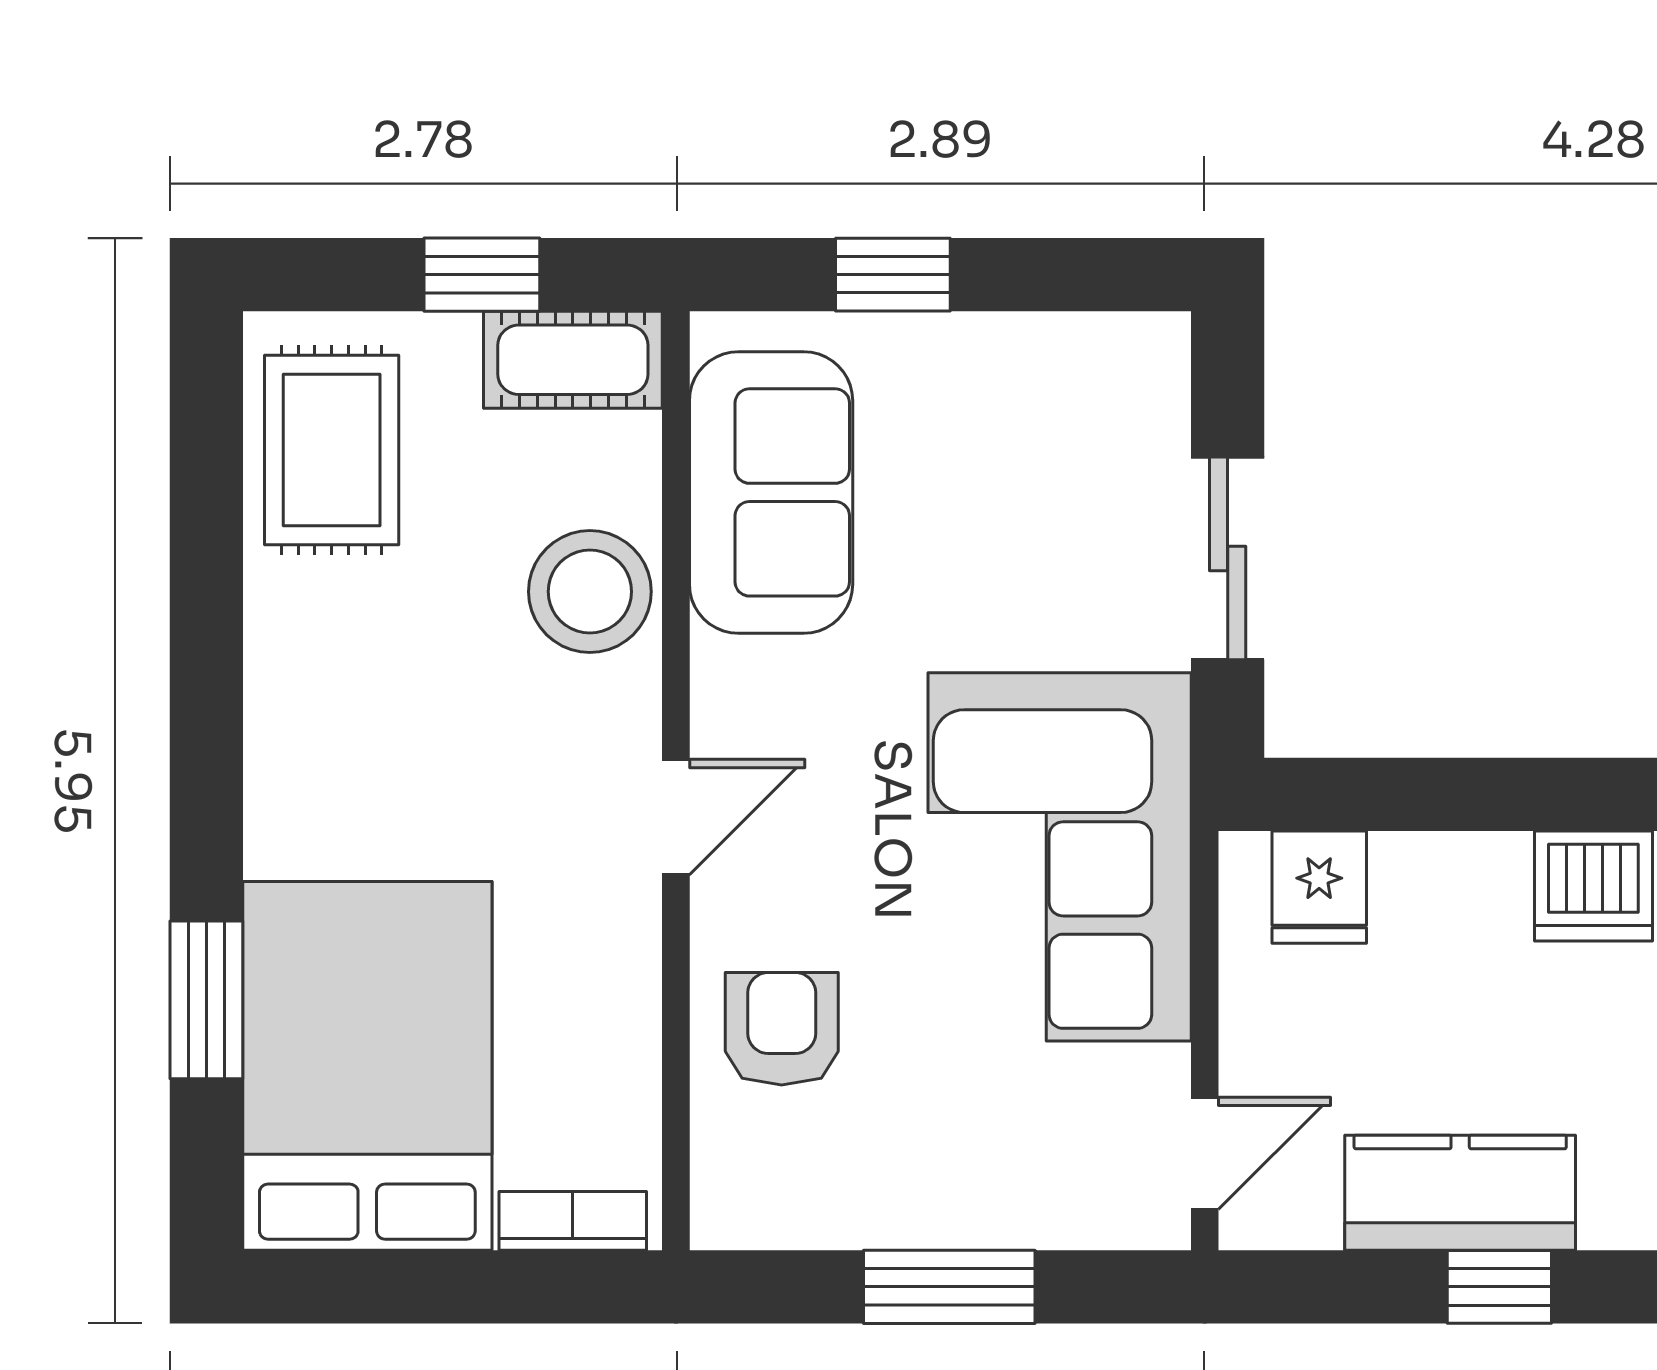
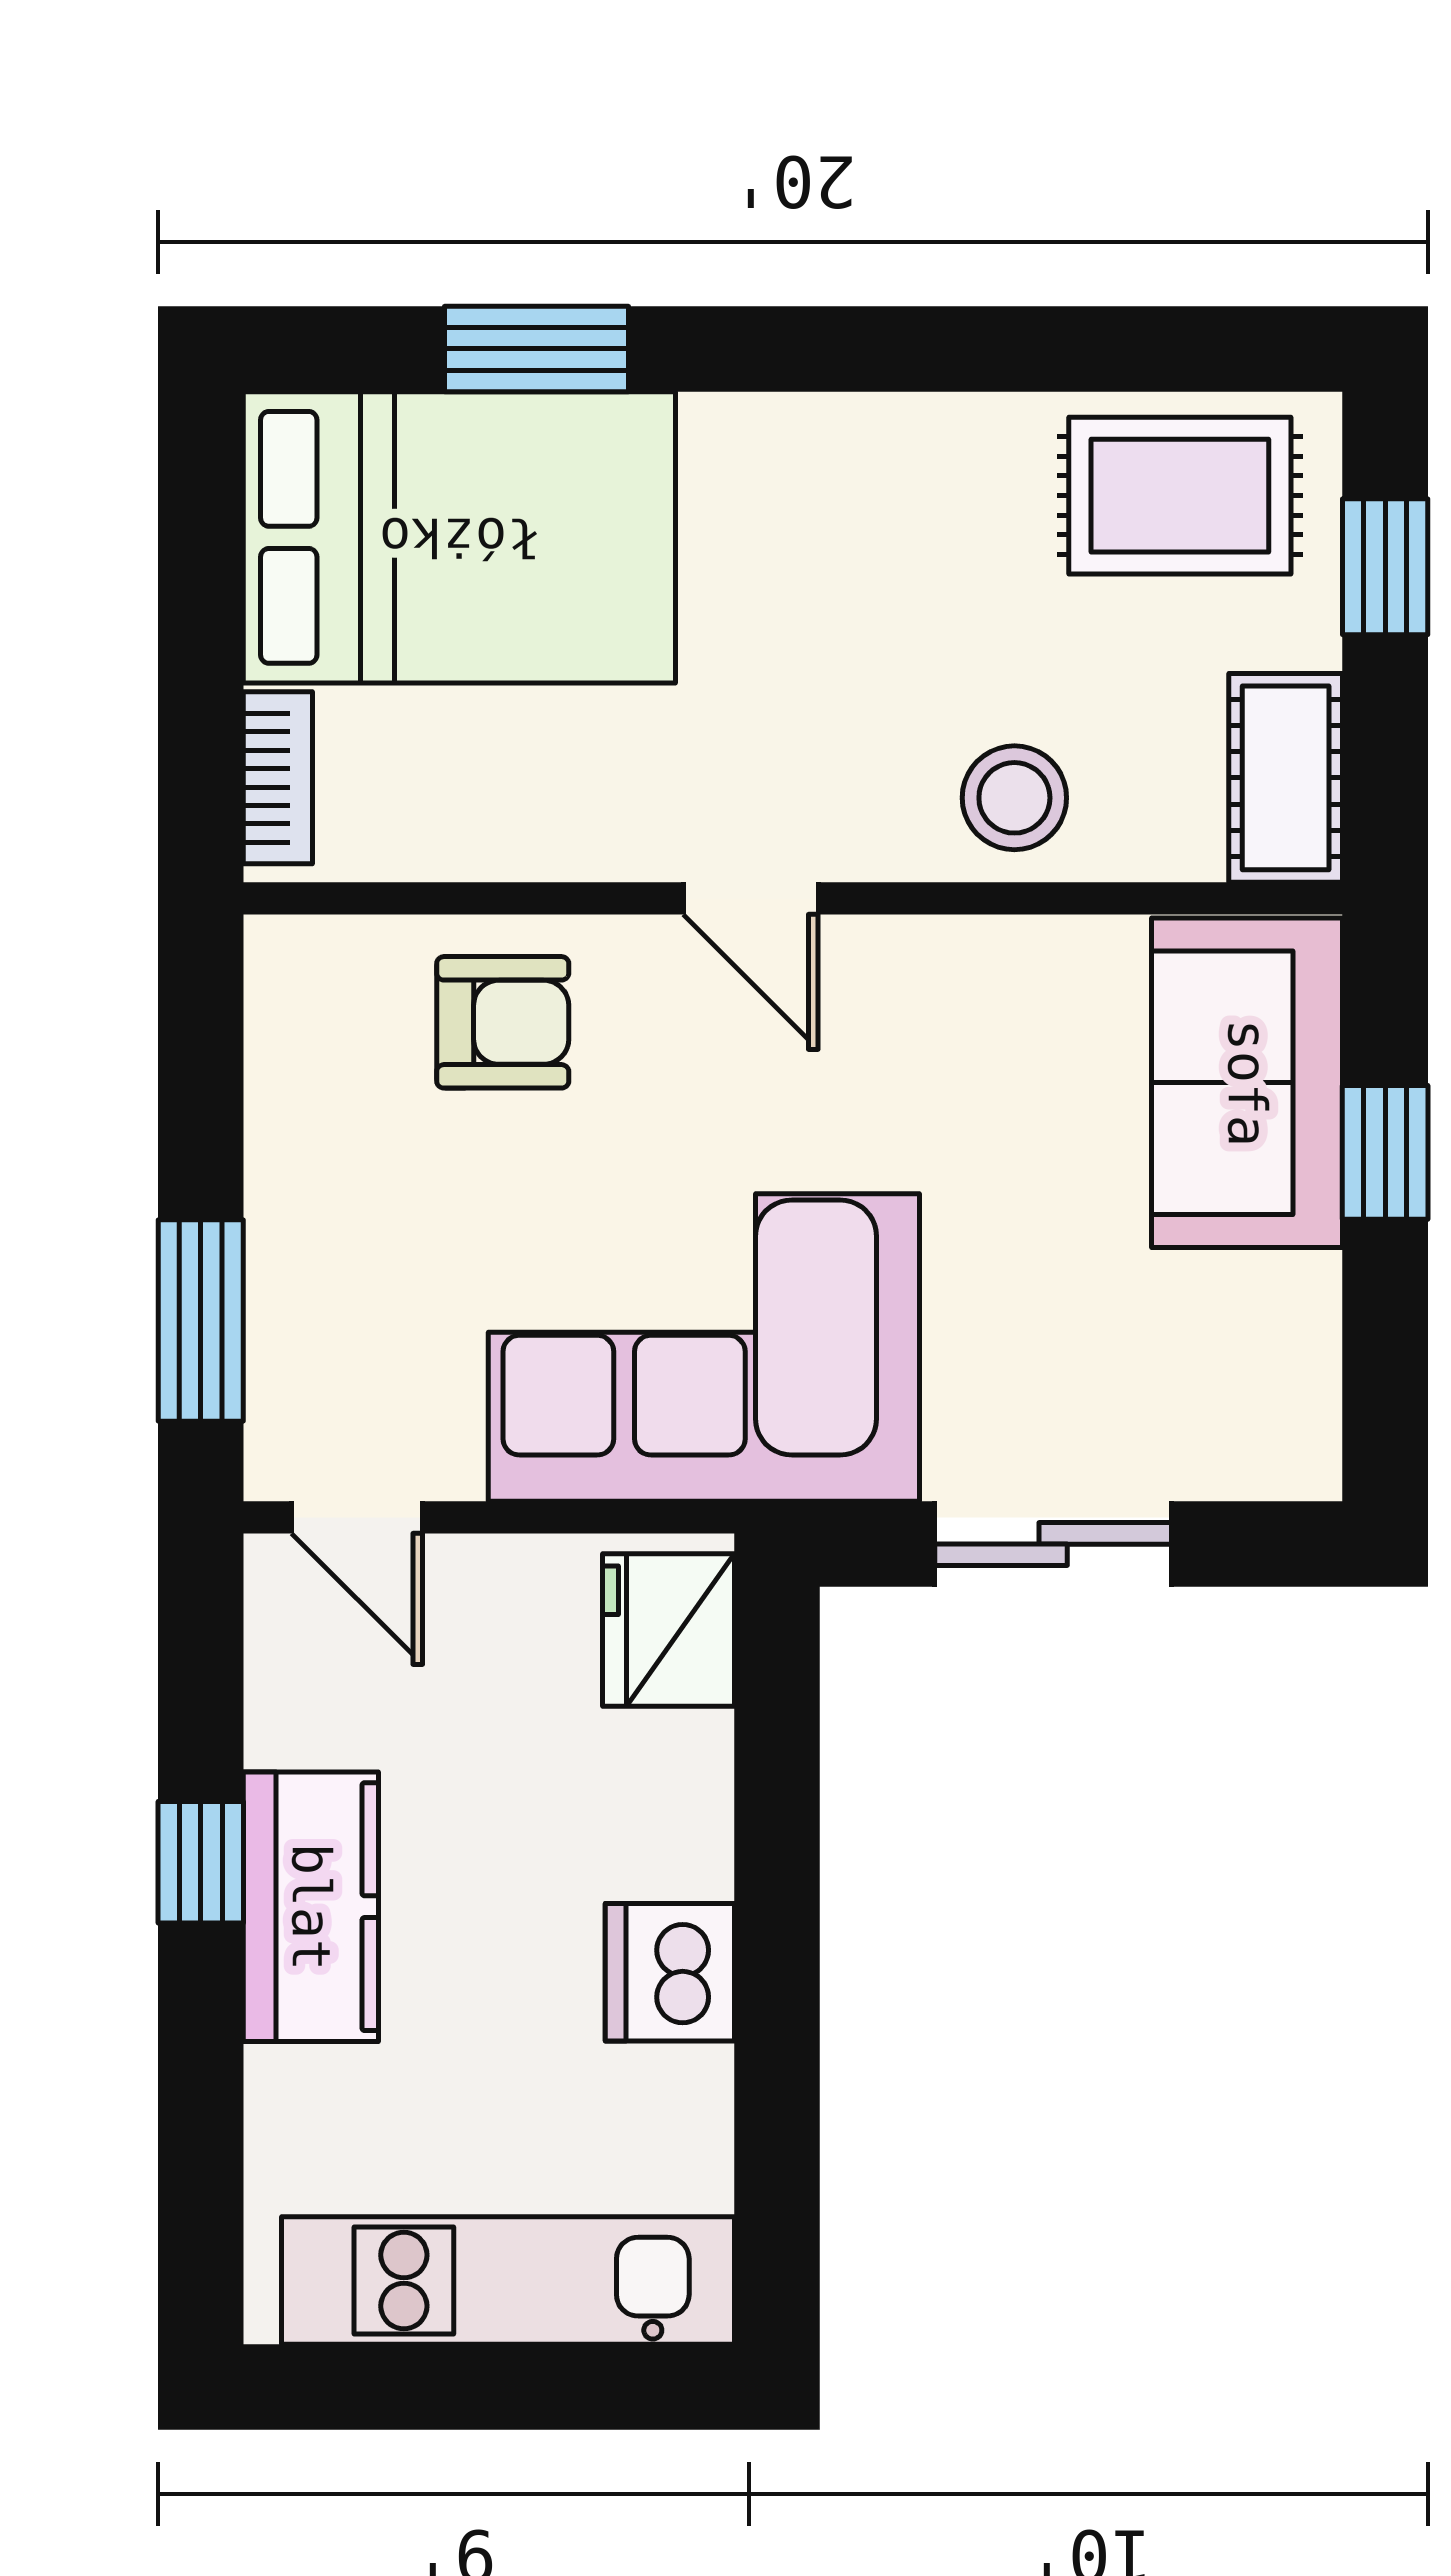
window: (482, 275) -> (1385, 567), moved
sofa: (771, 492) -> (1247, 1083), moved, turned 90
stool: (590, 592) -> (1014, 798), width x0.73, depth x0.73
fridge: (1319, 887) -> (668, 1630), width x1.38
kitchen counter: (1460, 1193) -> (311, 1907), moved
window: (949, 1287) -> (201, 1321), moved

